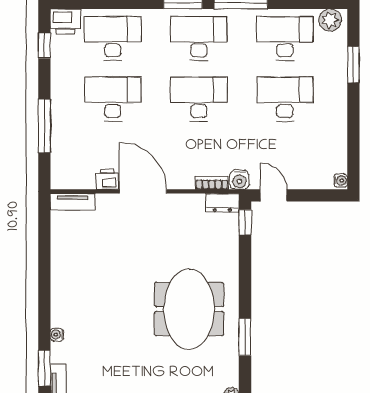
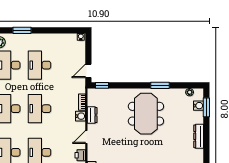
water cooler: (239, 180) -> (80, 116), moved
door: (143, 191) -> (86, 137), width x0.53
dresser: (222, 203) -> (92, 115), moved
meeting table: (189, 309) -> (146, 114), turned 90

